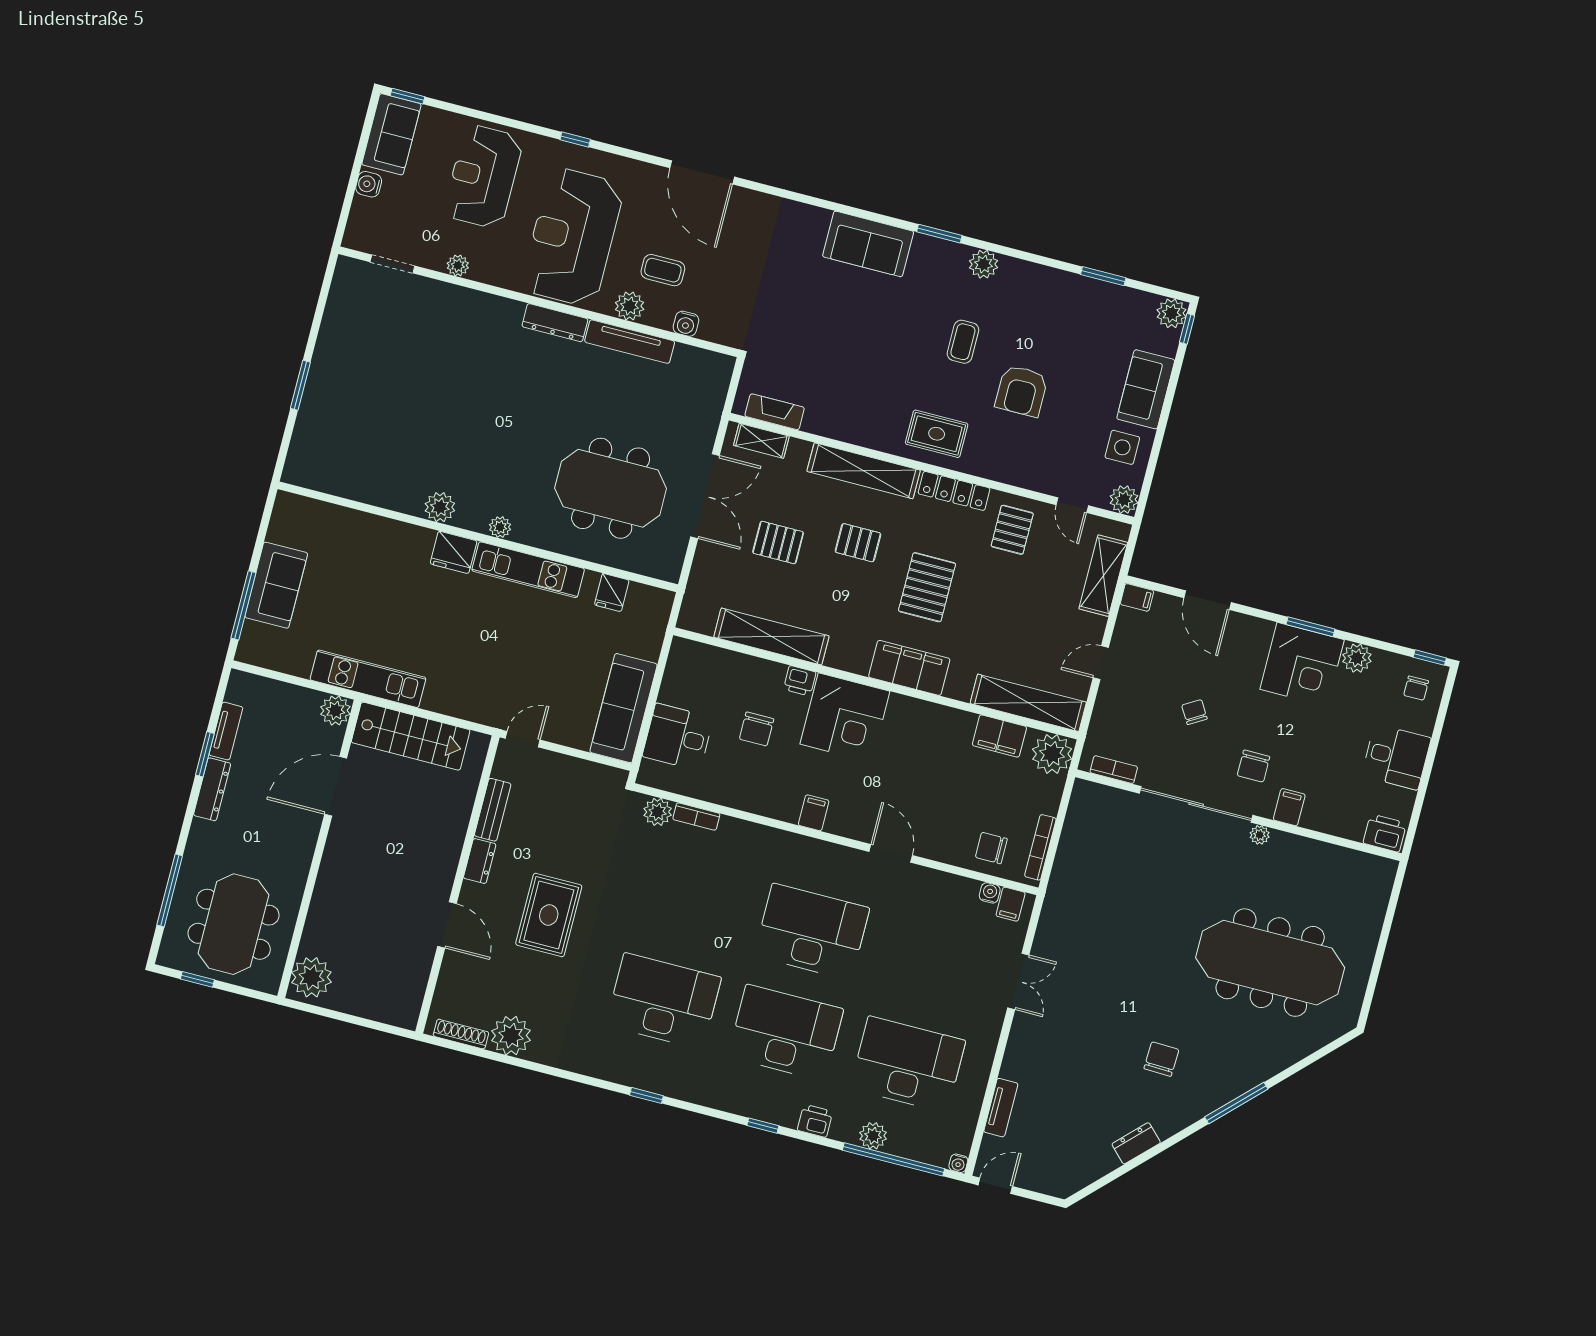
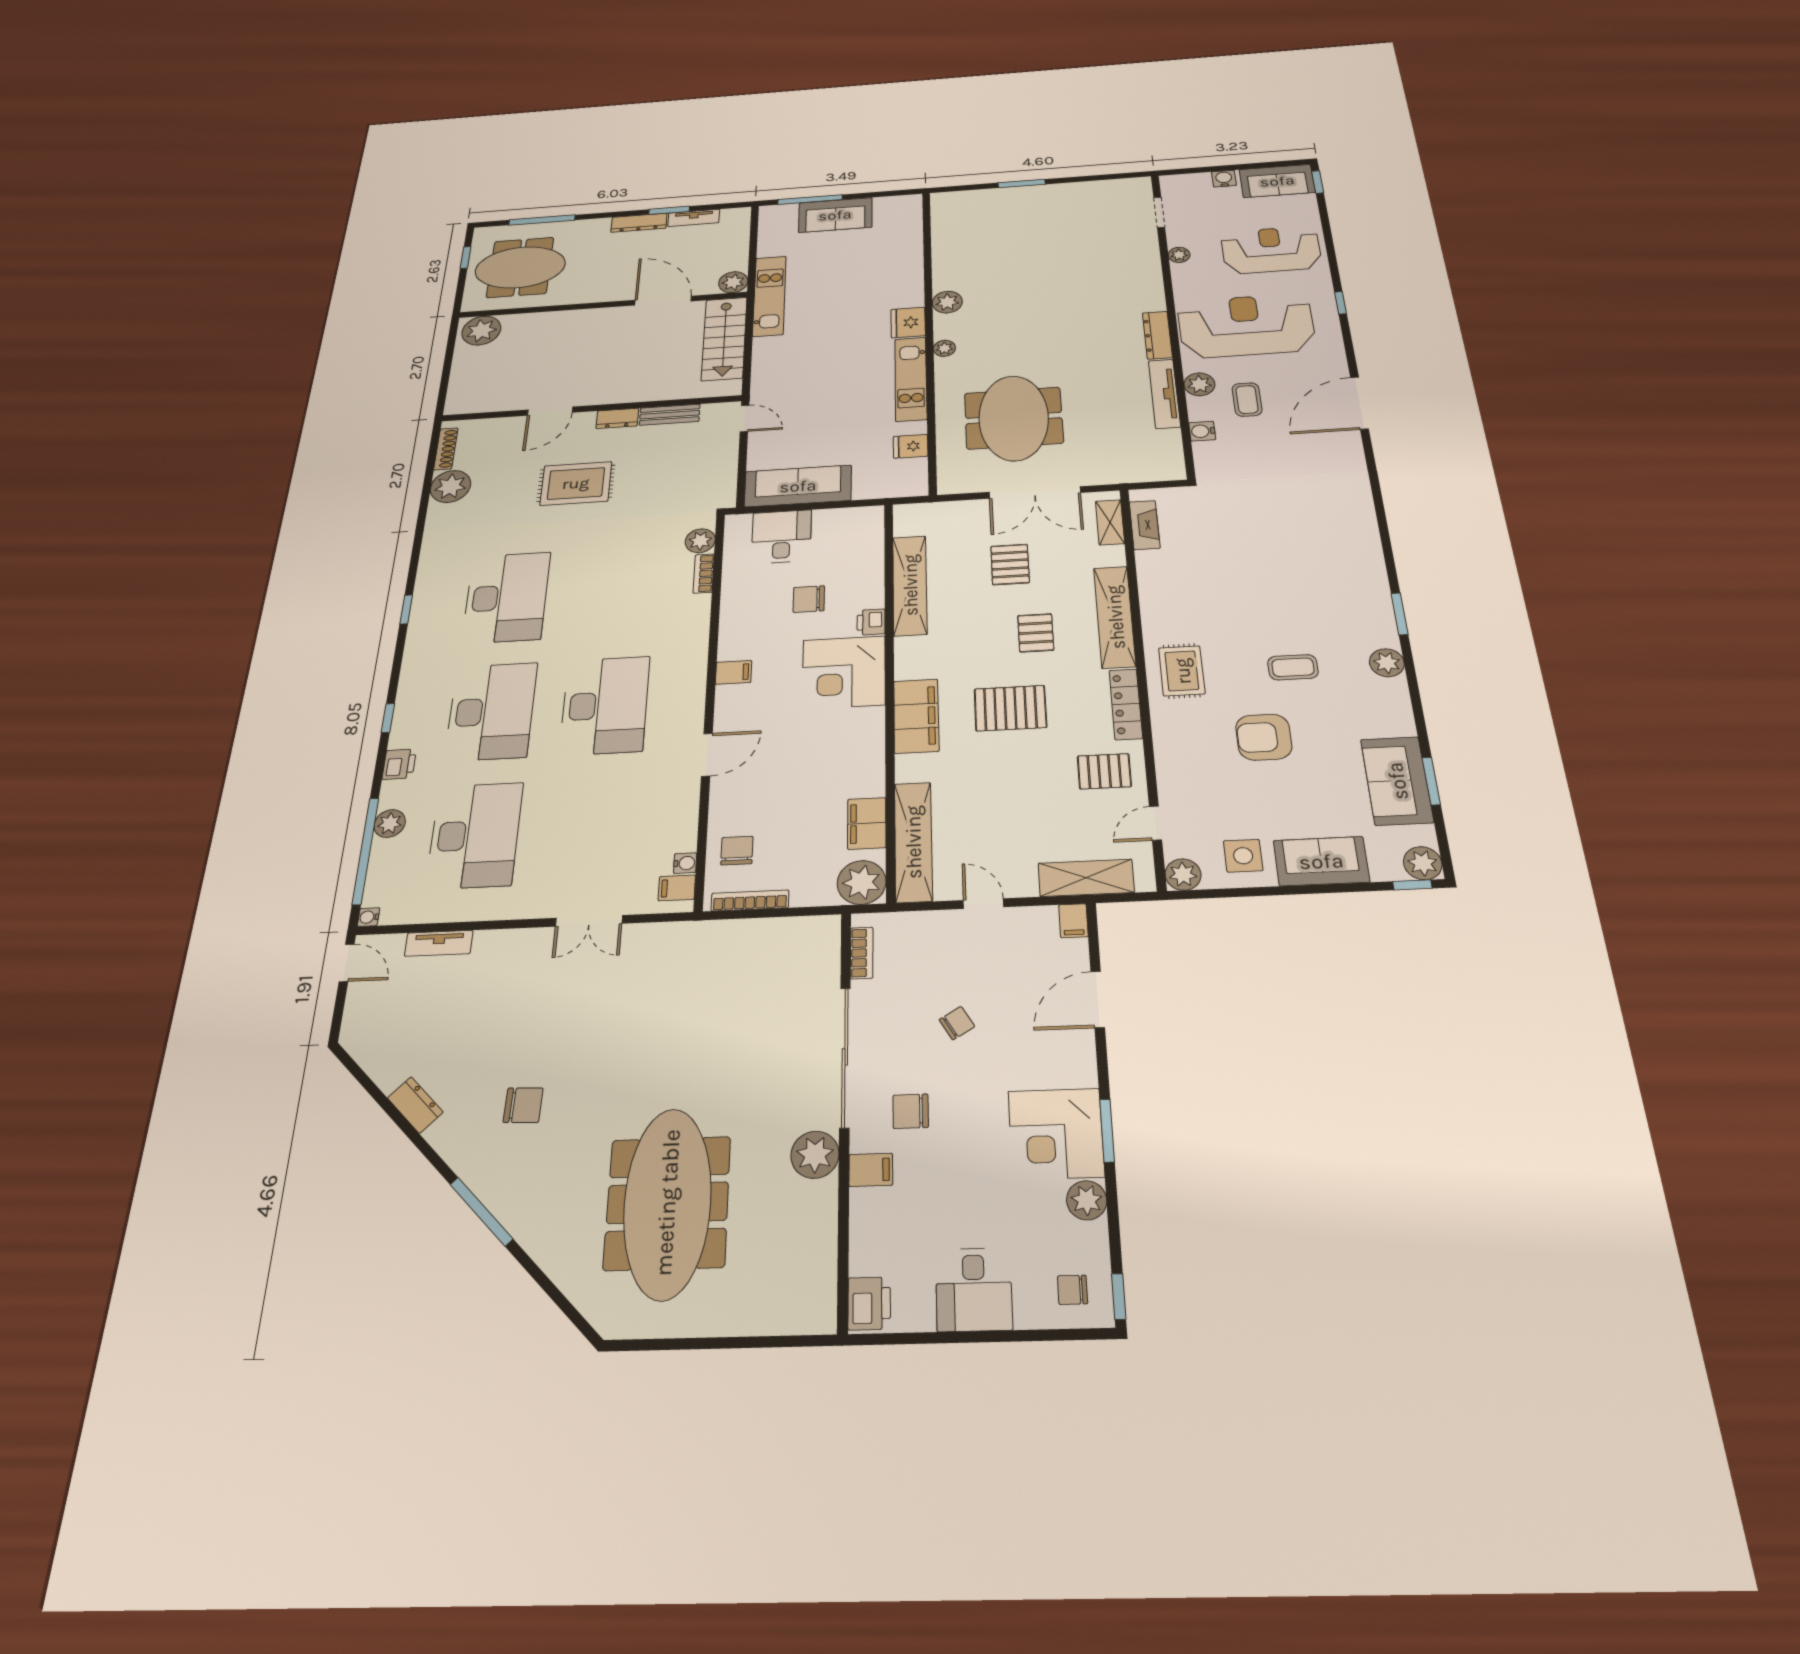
sofa: (868, 244) -> (1397, 781), moved
plant: (1260, 835) -> (815, 1155), width x1.88, depth x1.88

